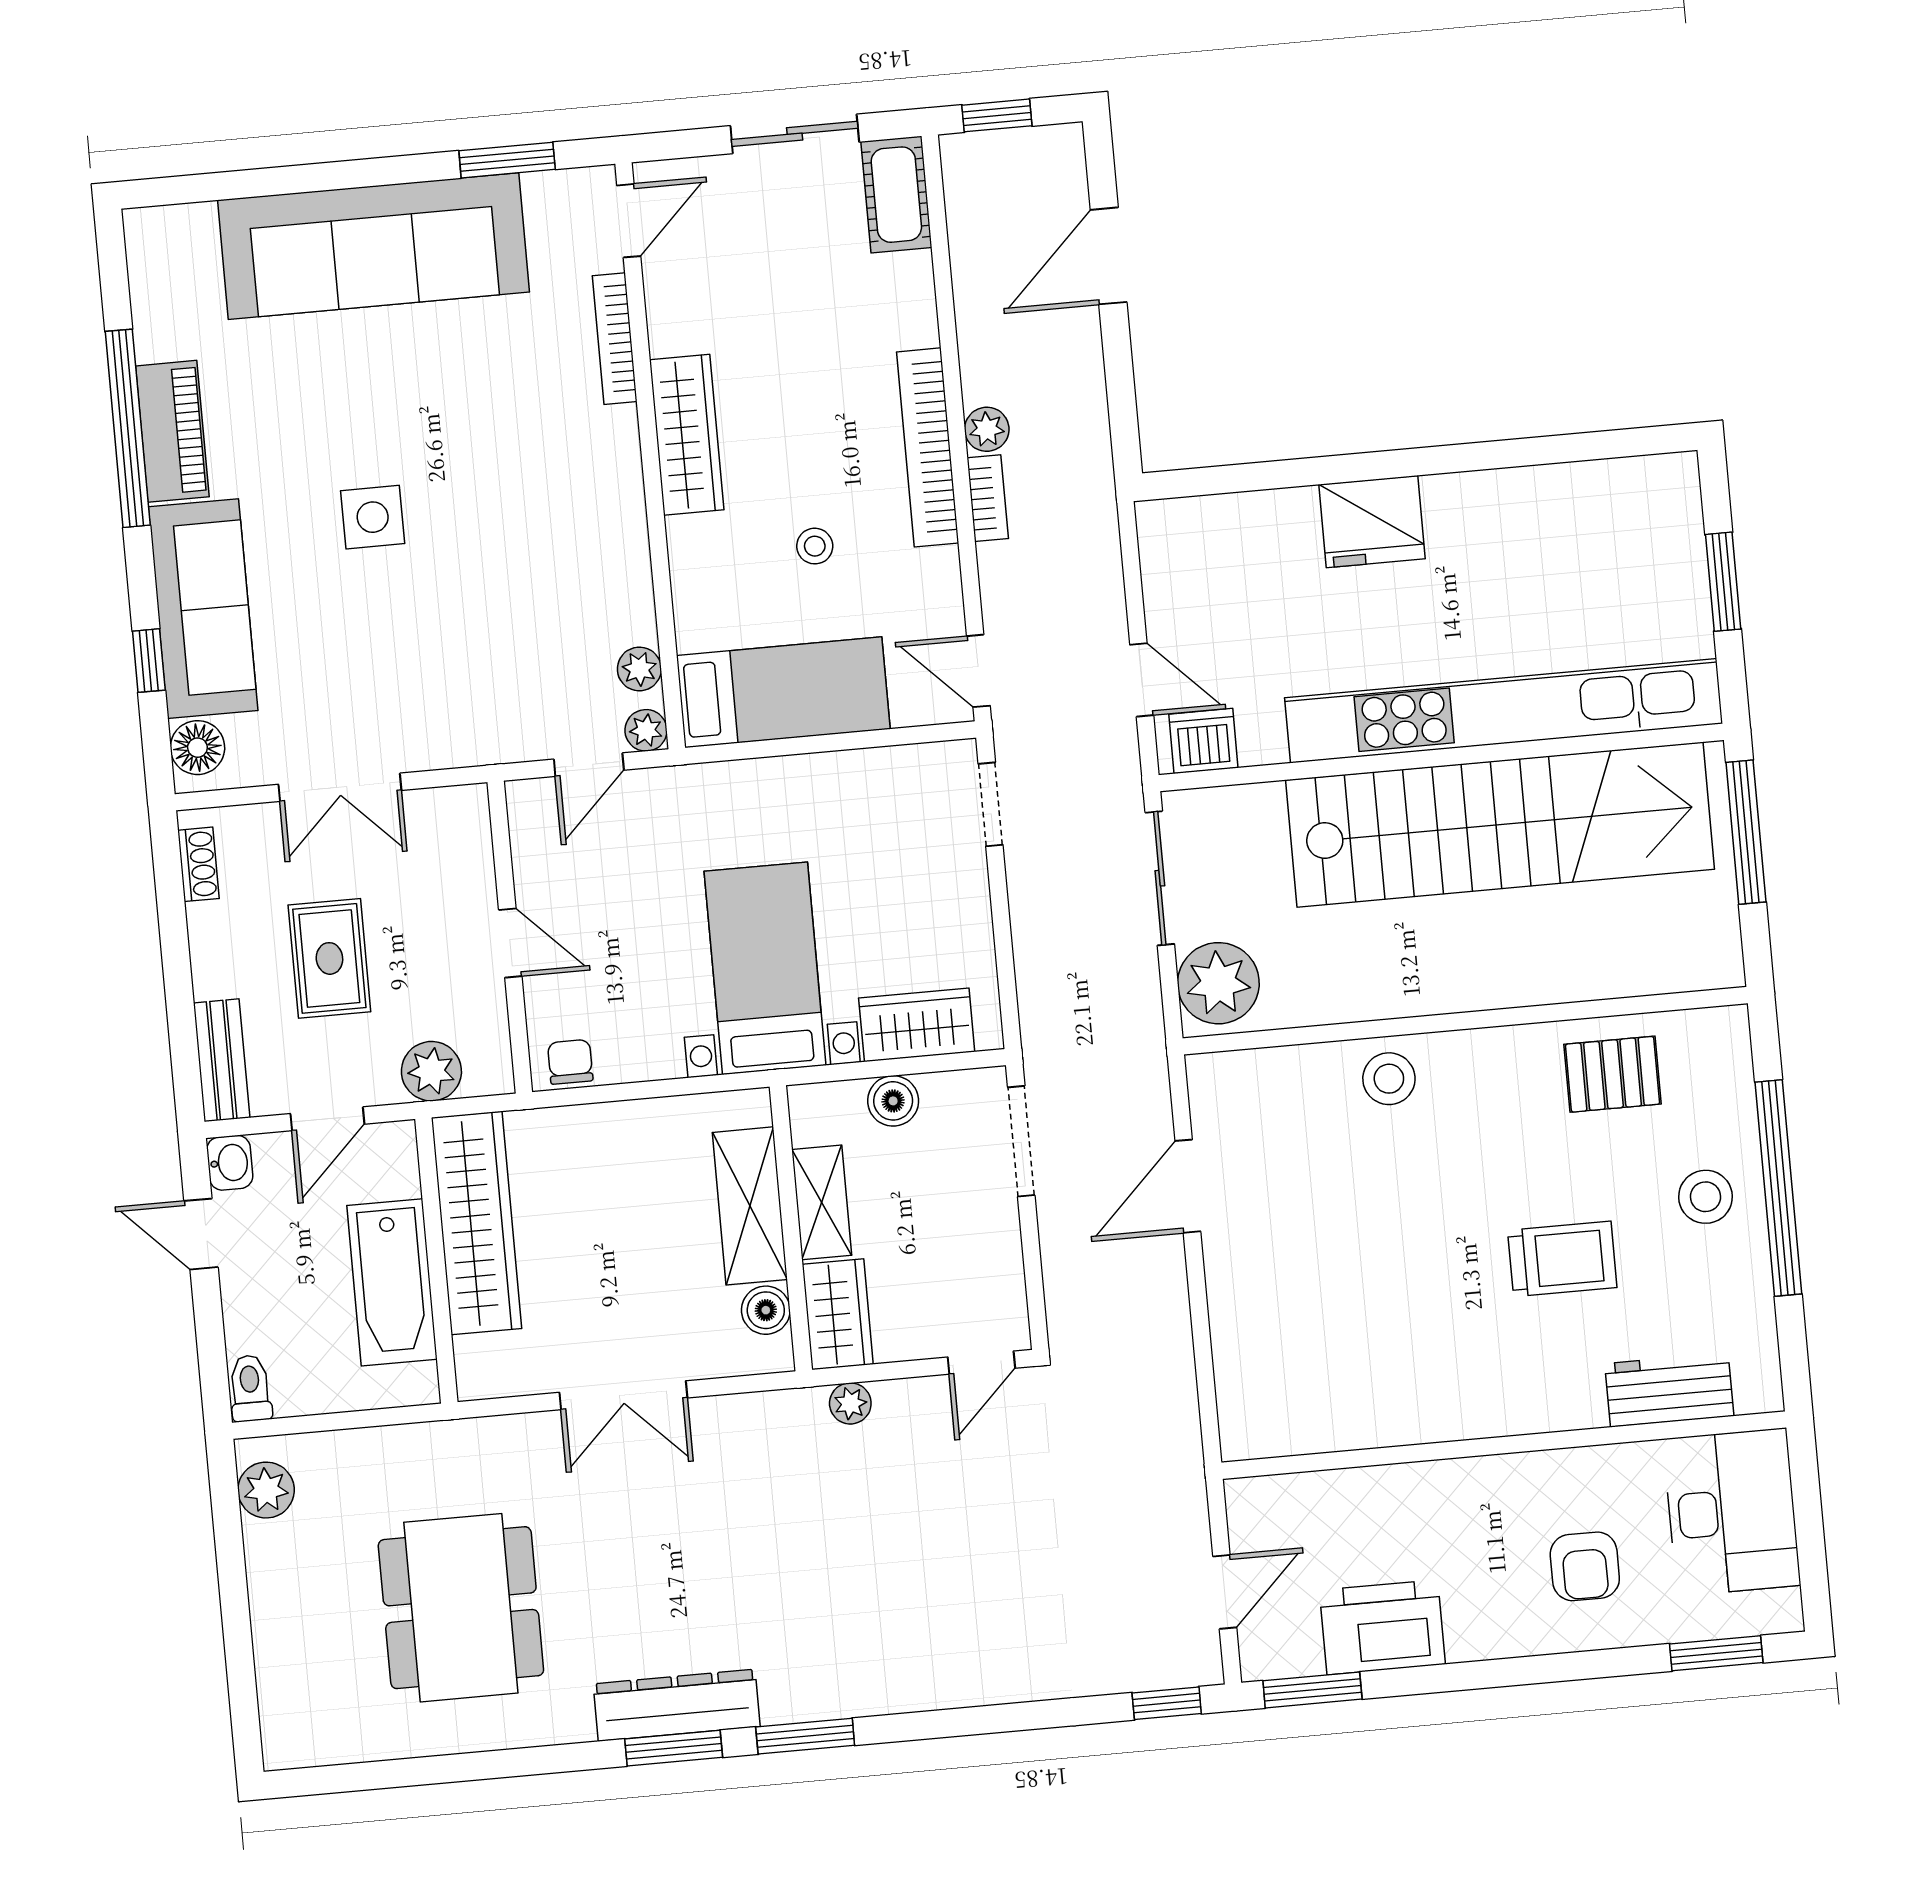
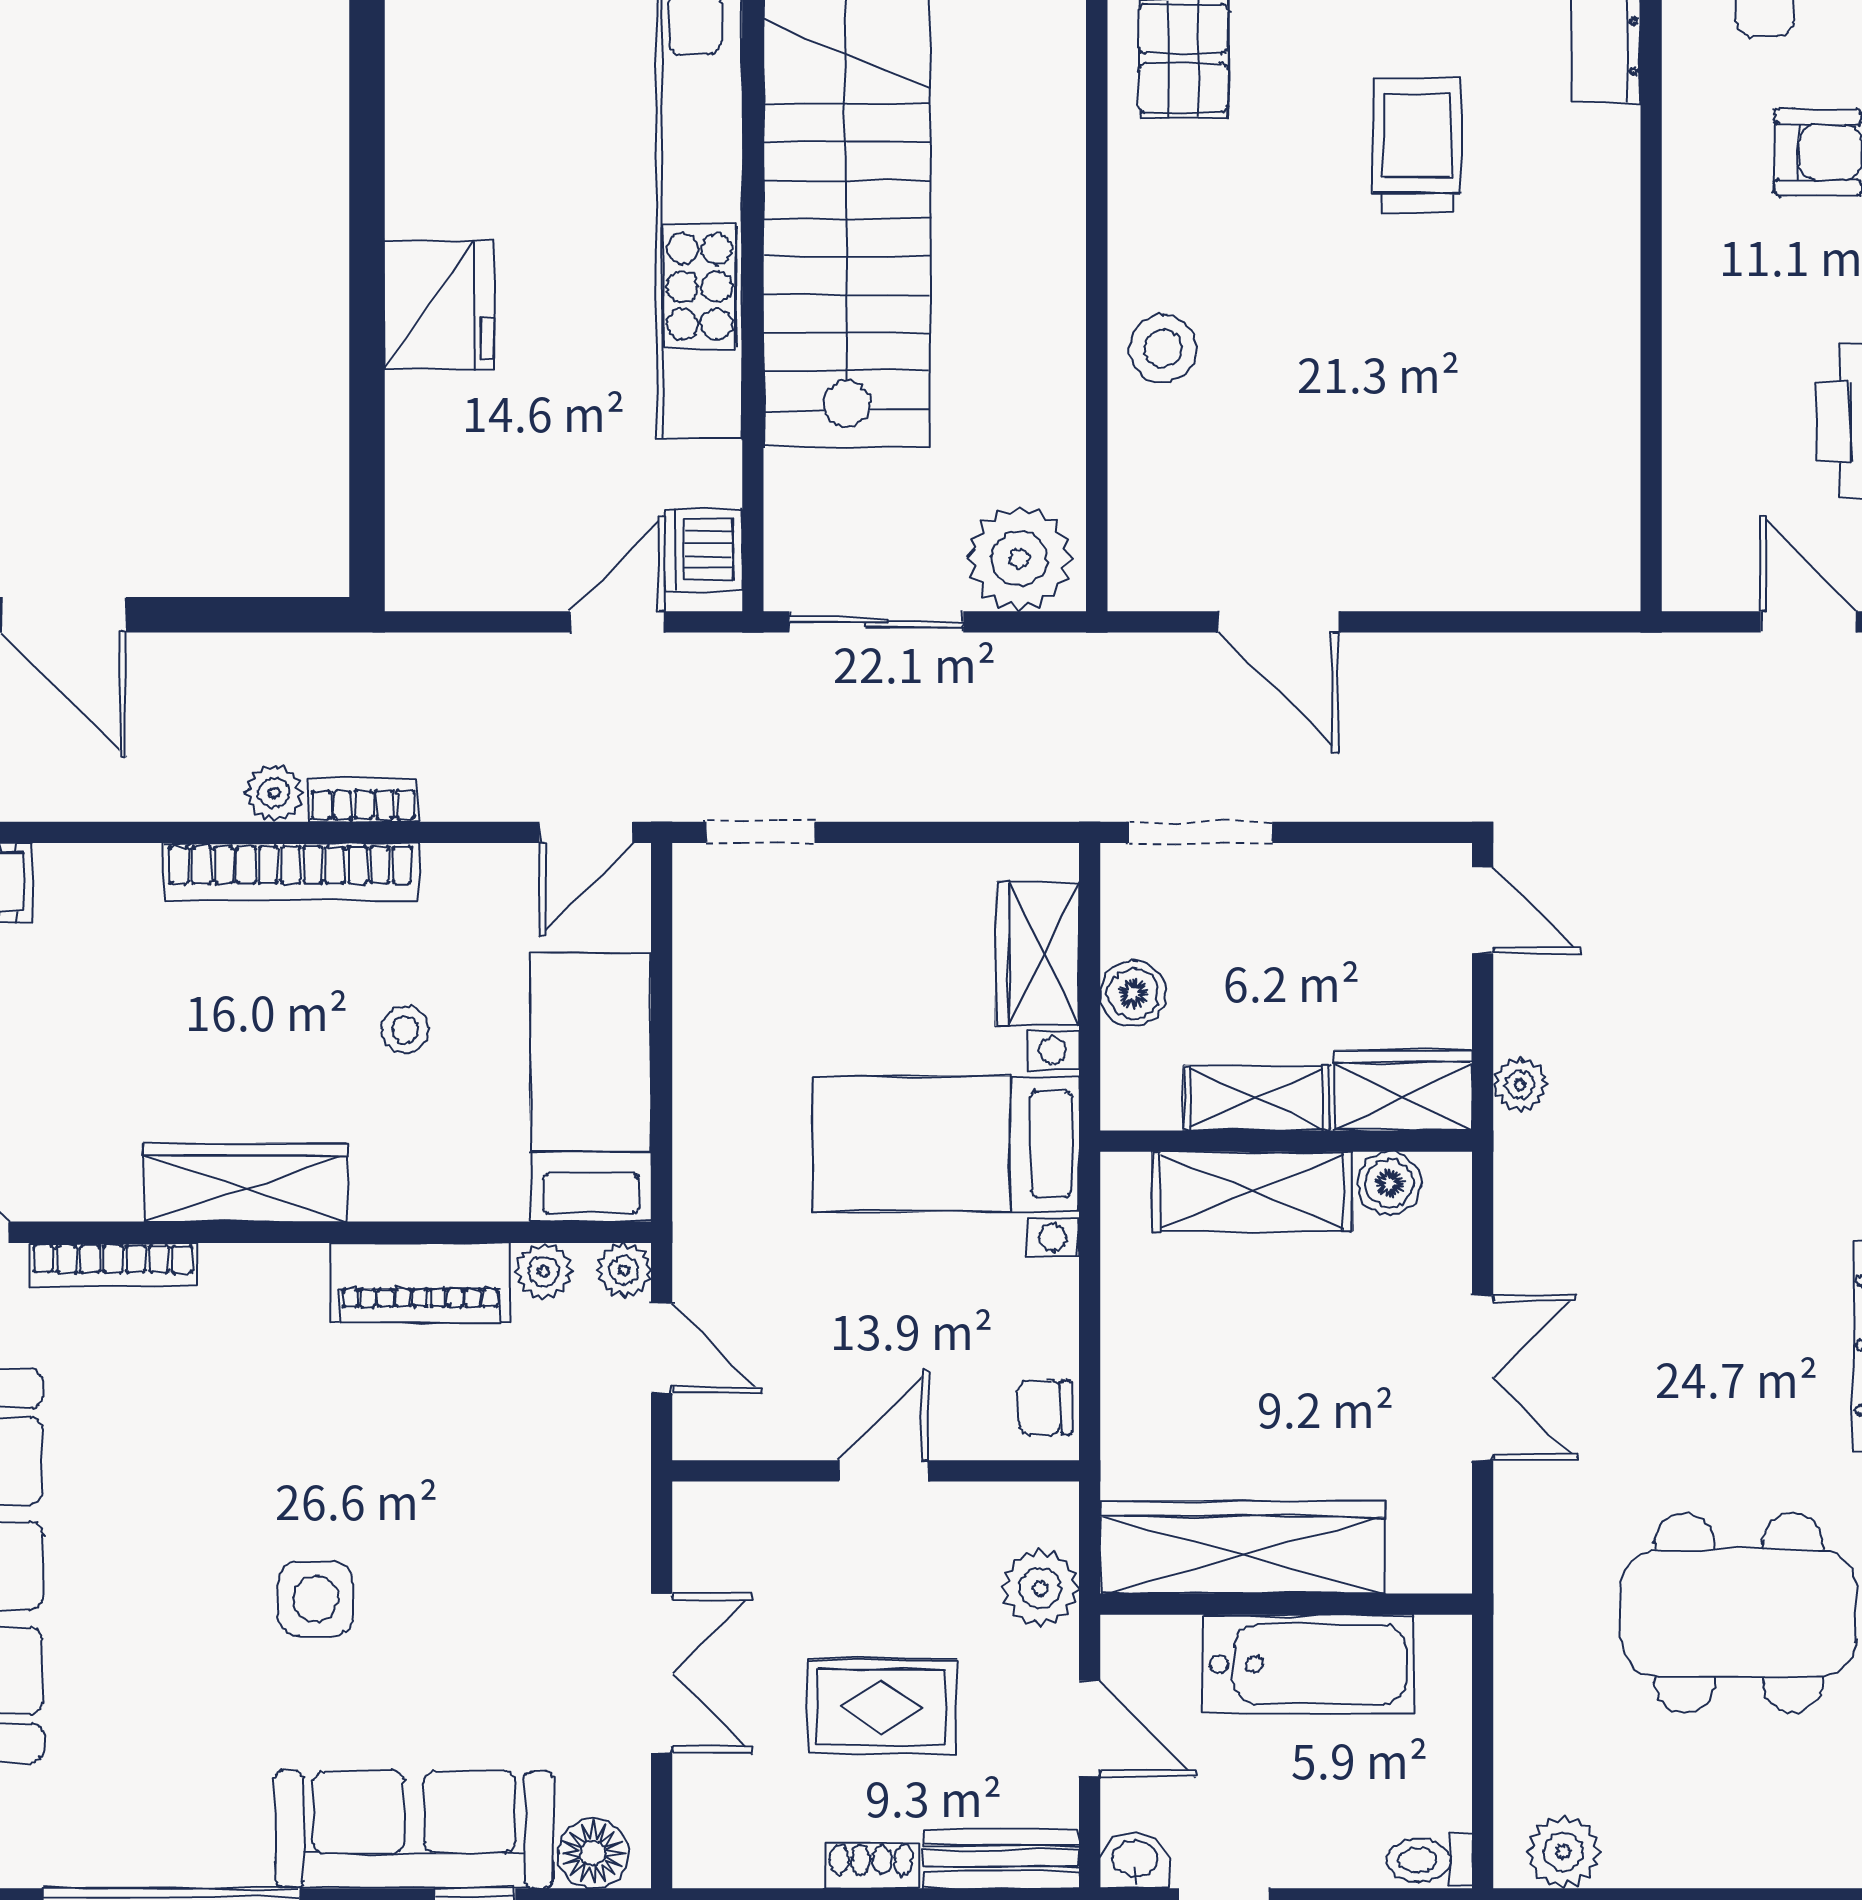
piano: (172, 431) -> (420, 1283), moved, turned 180
shoe rack: (198, 864) -> (871, 1866), moved

